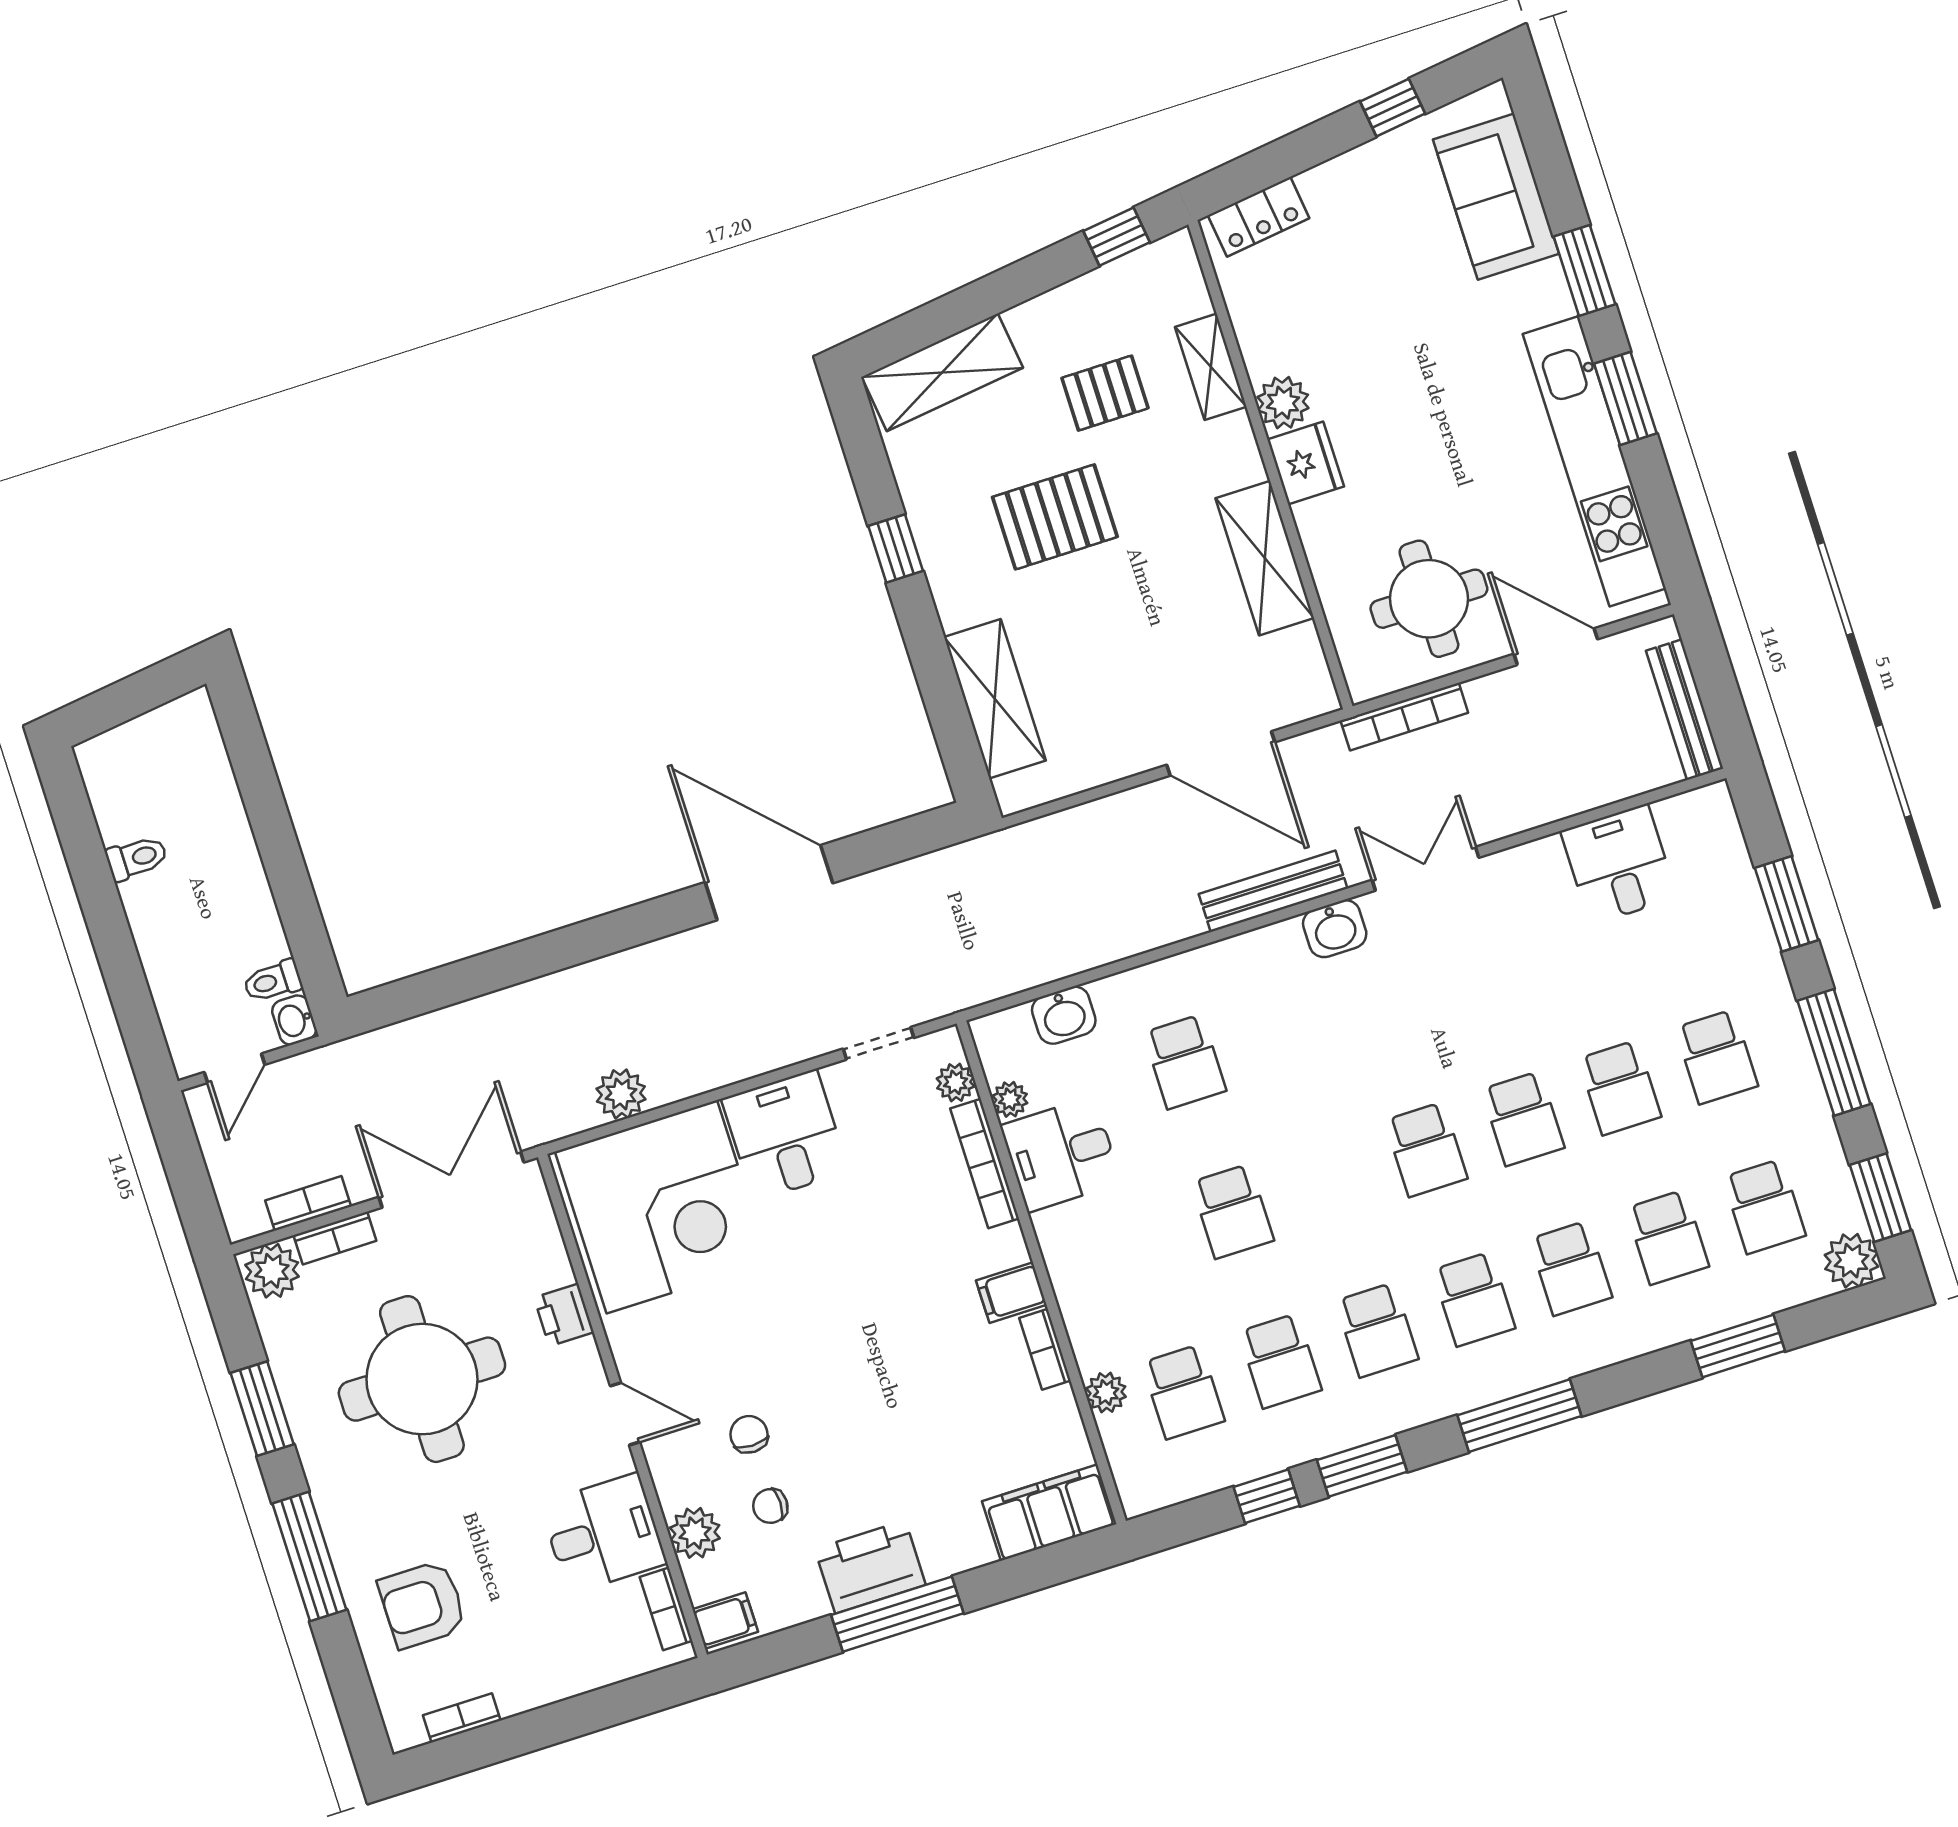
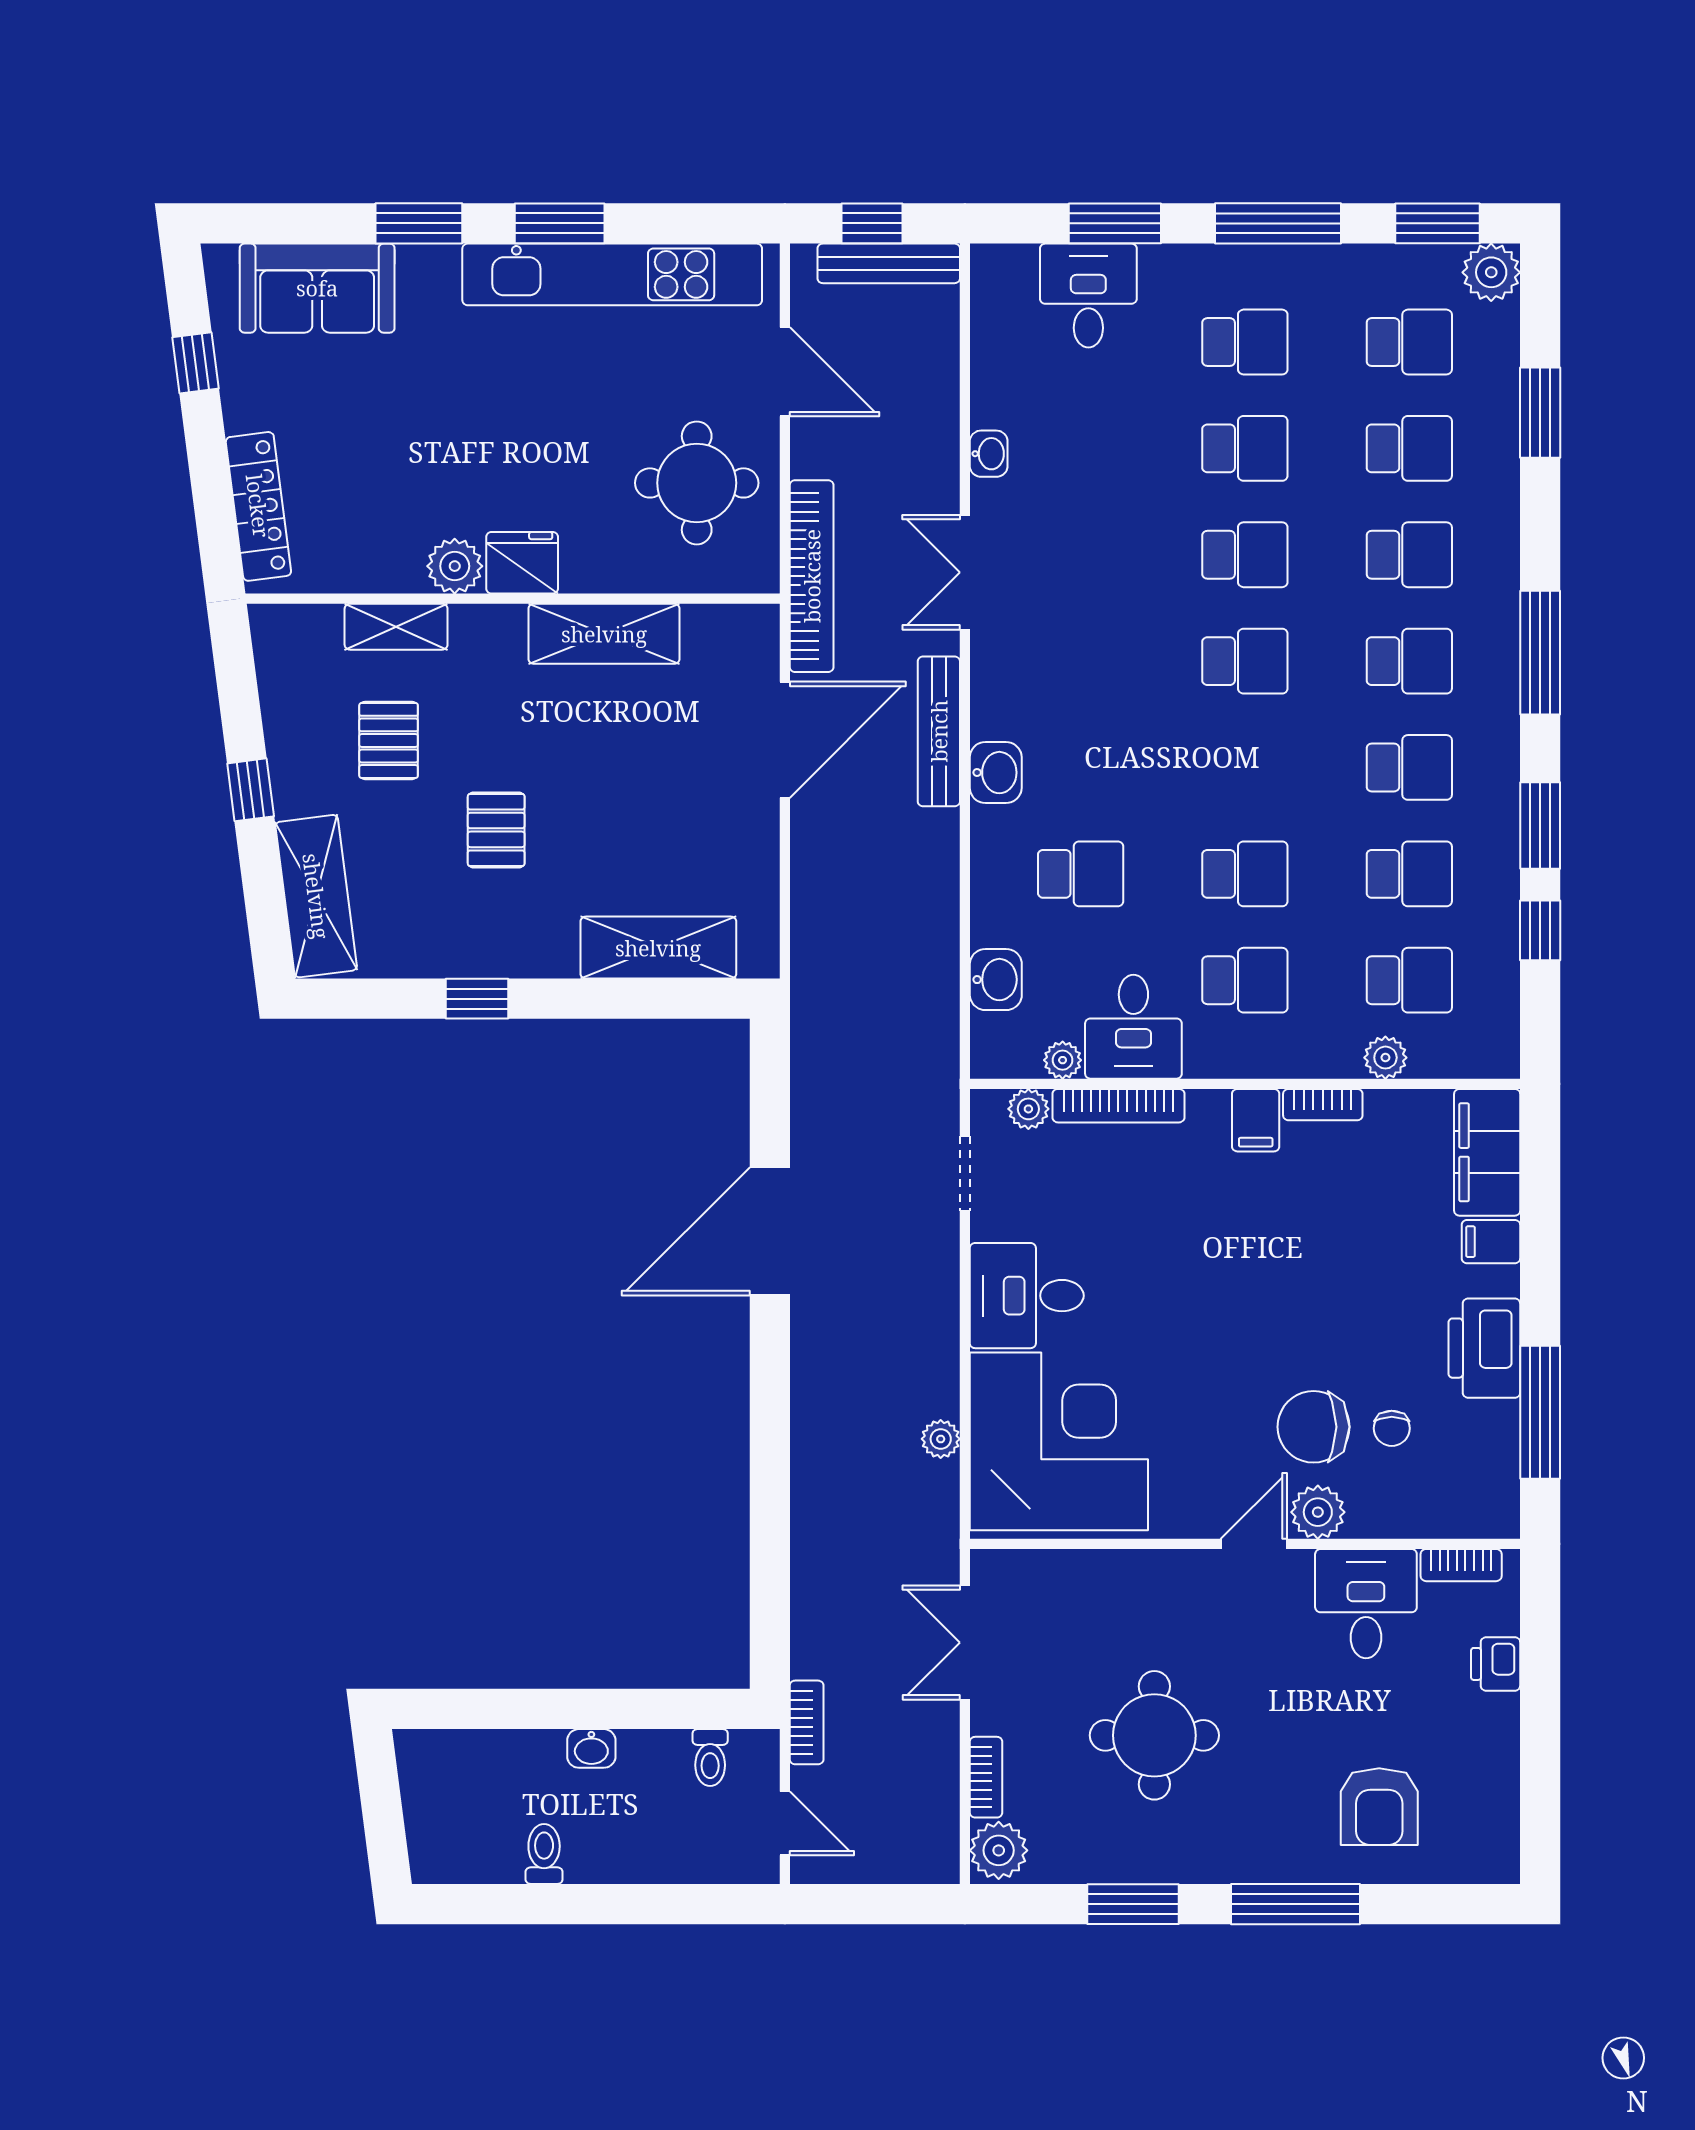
locker: (1259, 217) -> (258, 506), width x1.53
window: (1117, 237) -> (251, 790), moved
pallet: (1055, 517) -> (496, 830), width x0.67, depth x0.71
door: (1556, 647) -> (785, 372), swing flipped
window: (1716, 683) -> (872, 223), added
bookcase: (1404, 717) -> (812, 576), width x1.48, depth x1.31
washbasin: (1540, 856) -> (989, 454), added
desk: (1619, 864) -> (1088, 296), moved, turned 90
washbasin: (1335, 929) -> (996, 773), moved
washbasin: (294, 1020) -> (591, 1748), moved
plant: (621, 1094) -> (941, 1439), width x0.73, depth x0.73
double door: (451, 1180) -> (965, 1643), width x0.73
bookcase: (308, 1203) -> (807, 1722), moved, turned 180
school desk: (1136, 1242) -> (1245, 980), added
printer: (564, 1315) -> (1496, 1664), moved, turned 90
round table: (422, 1379) -> (1154, 1735), width x0.73, depth x0.73
chair: (749, 1434) -> (1314, 1427), width x1.87, depth x1.87
plant: (695, 1533) -> (1318, 1512), moved
window: (897, 1614) -> (1540, 1412), moved
filing cabinet: (725, 1621) -> (1491, 1242), moved, turned -90
bookcase: (462, 1718) -> (1505, 1803), removed

